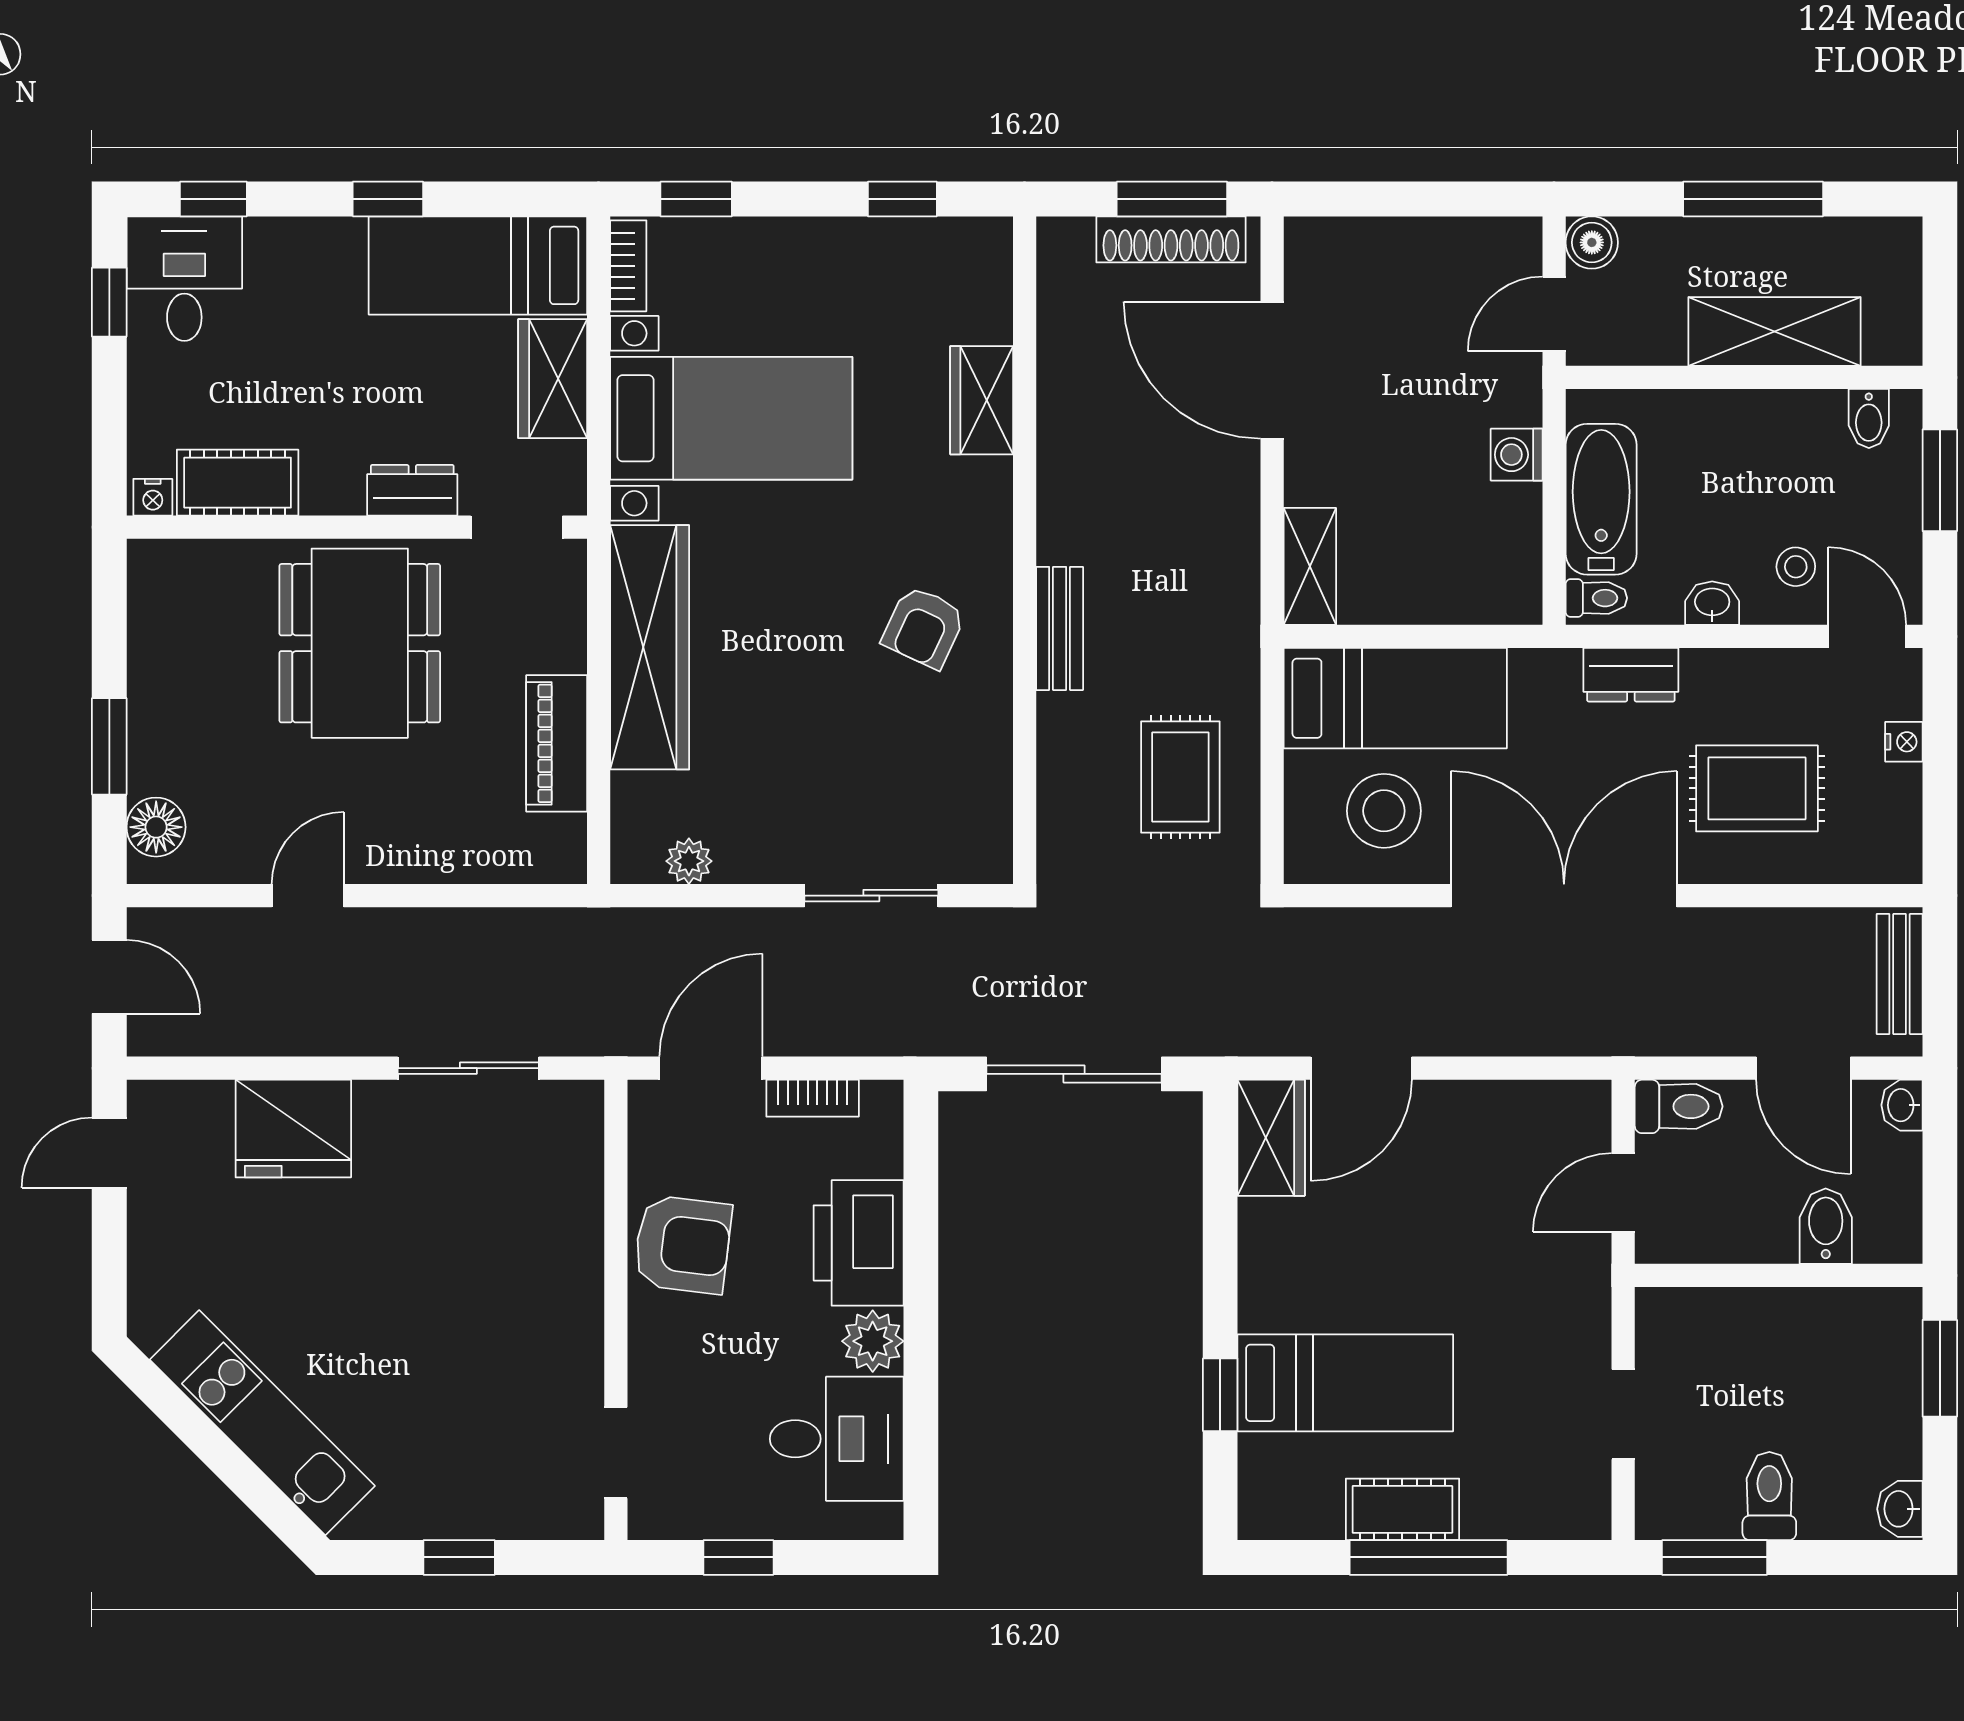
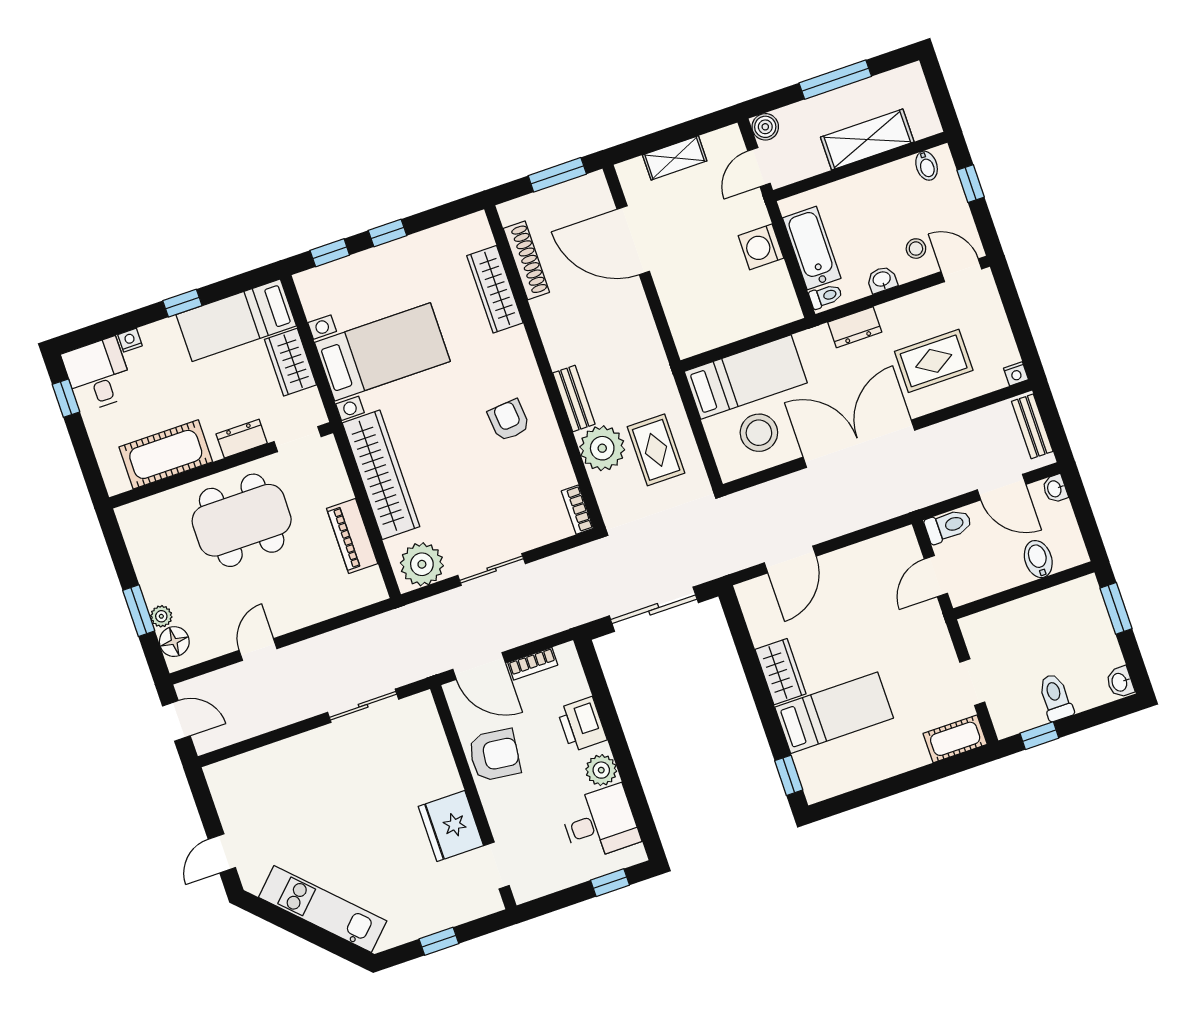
window: (213, 199) -> (99, 332), removed
window: (902, 199) -> (387, 233), moved
shoe rack: (1171, 239) -> (526, 260), moved, turned -90
bookcase: (628, 266) -> (577, 510), moved, turned 180
wardrobe: (982, 400) -> (495, 289), width x1.50
washing machine: (1517, 455) -> (761, 247), width x1.38, depth x1.38
window: (1940, 480) -> (971, 184), width x0.67
cot: (238, 483) -> (166, 454), width x1.37, depth x1.34
nightstand: (153, 497) -> (130, 340), moved, turned 180
shelving: (1310, 566) -> (675, 158), moved, turned 90
armchair: (924, 627) -> (509, 420), turned 150
dining table: (360, 643) -> (242, 520), turned 90
plant: (1081, 739) -> (602, 448), added
nightstand: (1904, 742) -> (1016, 374), moved, turned 90
plant: (148, 771) -> (161, 616), added
plant: (689, 861) -> (422, 564), width x1.87, depth x1.87
sliding door: (871, 896) -> (492, 570), moved
door: (711, 1068) -> (479, 666), swing flipped
fridge: (293, 1129) -> (451, 826), moved, turned 90
wardrobe: (1271, 1138) -> (780, 672), moved
door: (109, 1153) -> (222, 853), moved
printer: (859, 1243) -> (582, 724), width x0.73, depth x0.84
window: (1220, 1395) -> (789, 775), moved
cot: (1402, 1509) -> (955, 739), moved
window: (738, 1557) -> (610, 883), moved
window: (1429, 1557) -> (903, 783), removed
window: (1715, 1557) -> (1039, 736), width x0.67

